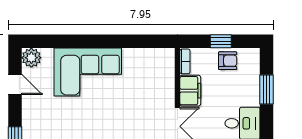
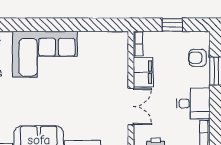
armchair: (228, 61) -> (198, 58), moved, turned 180

